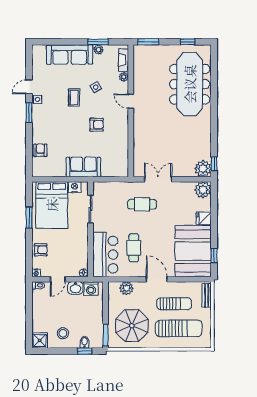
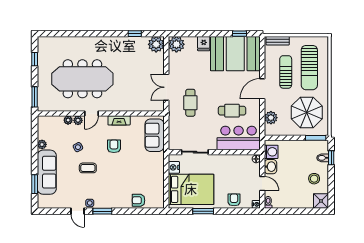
window: (98, 42) -> (35, 184), moved
fireplace: (124, 60) -> (119, 120), moved
meeting table: (190, 84) -> (82, 79), moved
plant: (124, 87) -> (78, 120), added
window: (214, 164) -> (135, 34), moved
sofa: (83, 167) -> (155, 135), moved
sun lounger: (179, 328) -> (309, 68), turned 180

